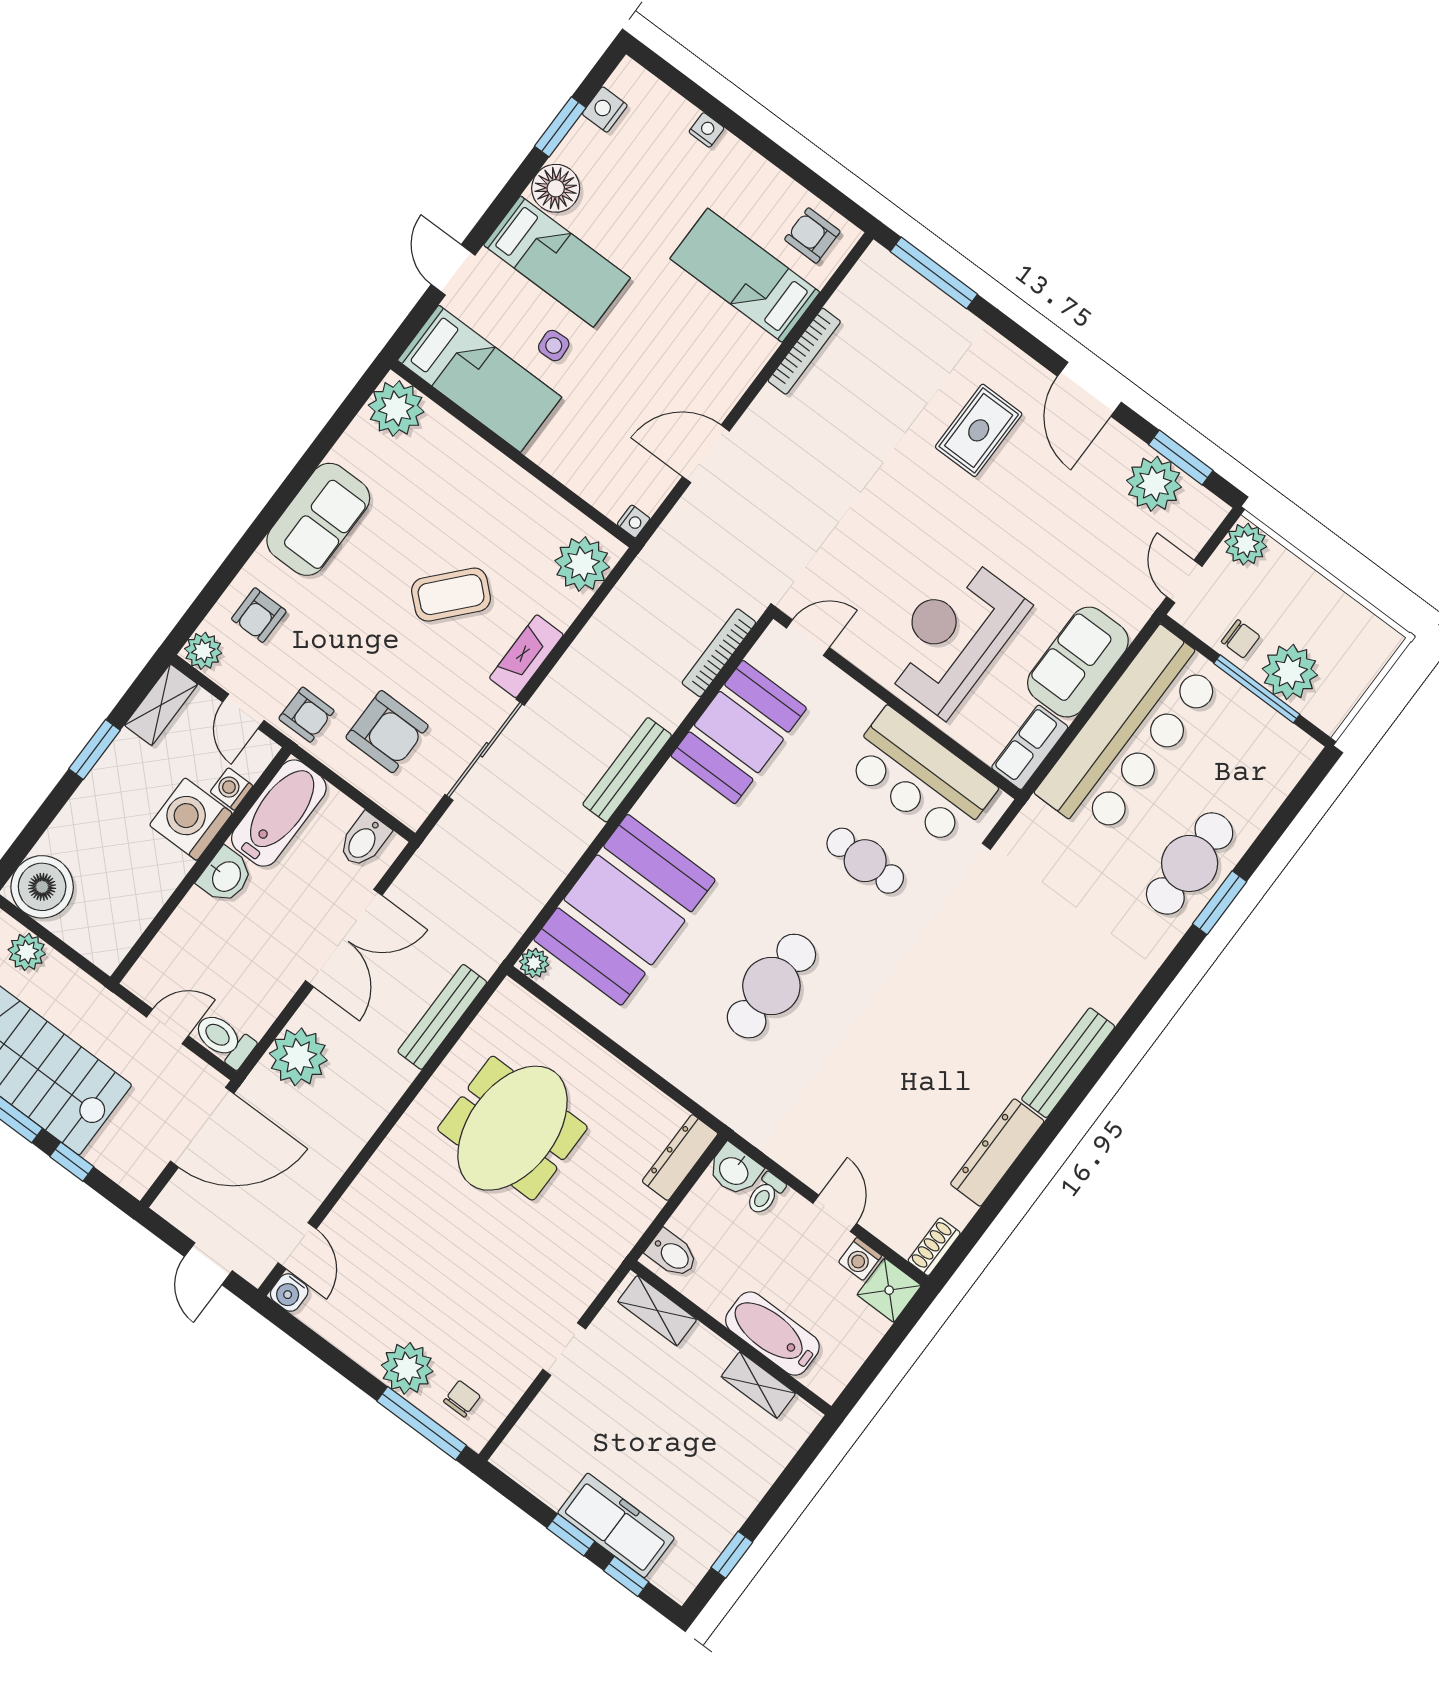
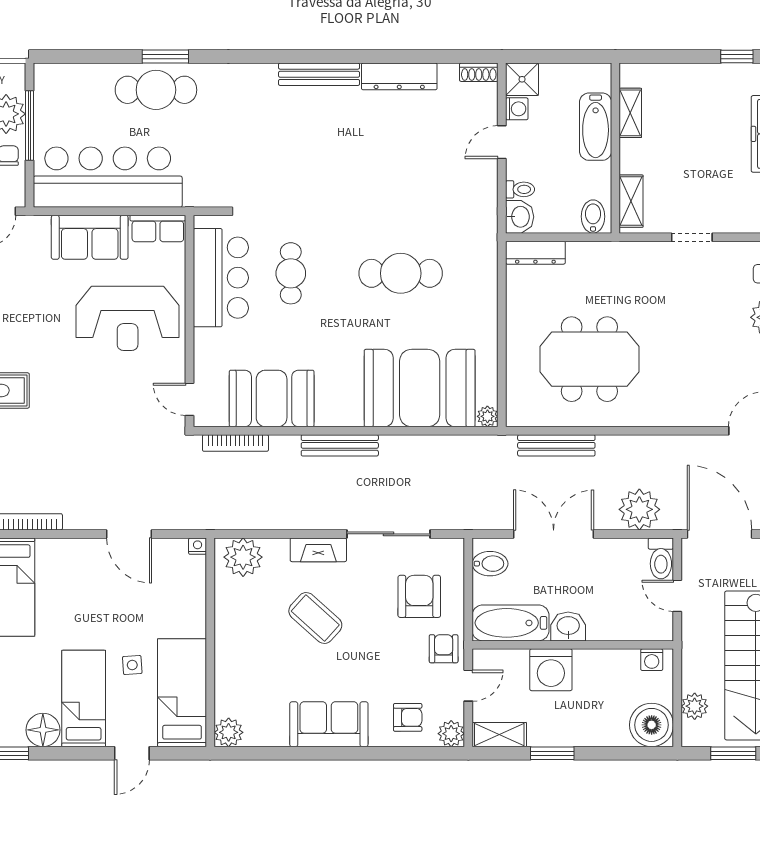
plant: (396, 408) -> (229, 732), width x0.73, depth x0.73
washing machine: (231, 789) -> (652, 660), moved

